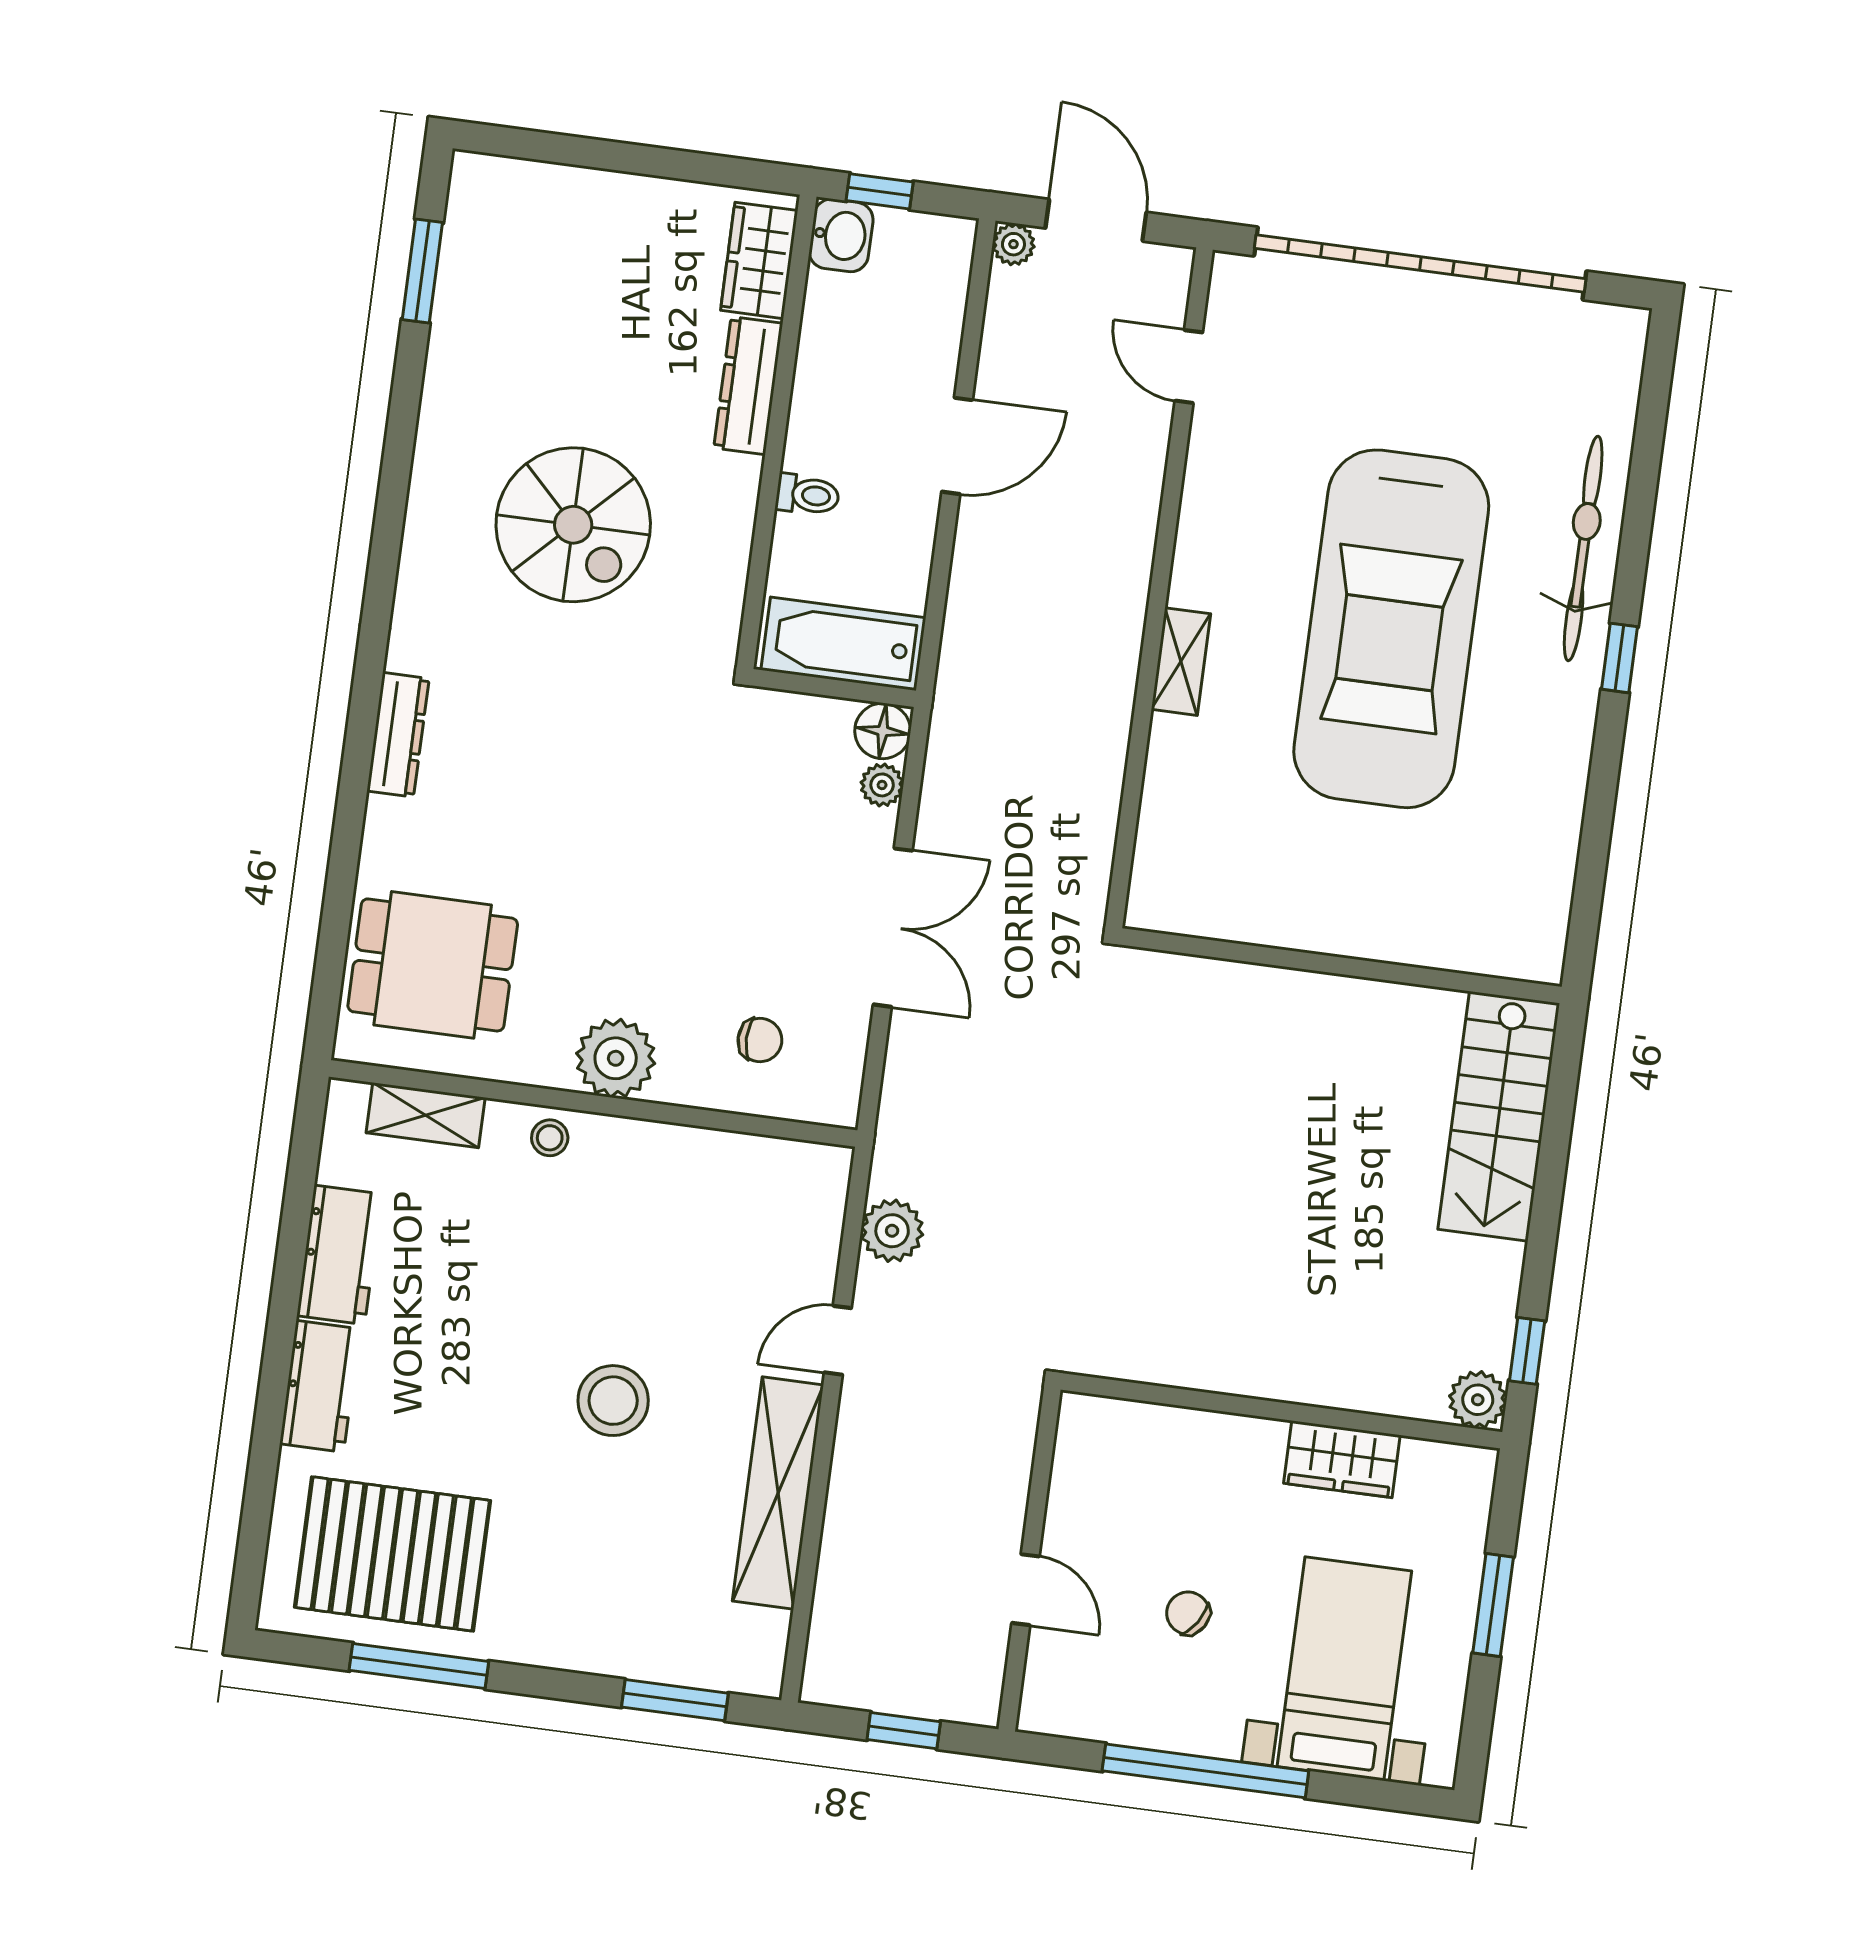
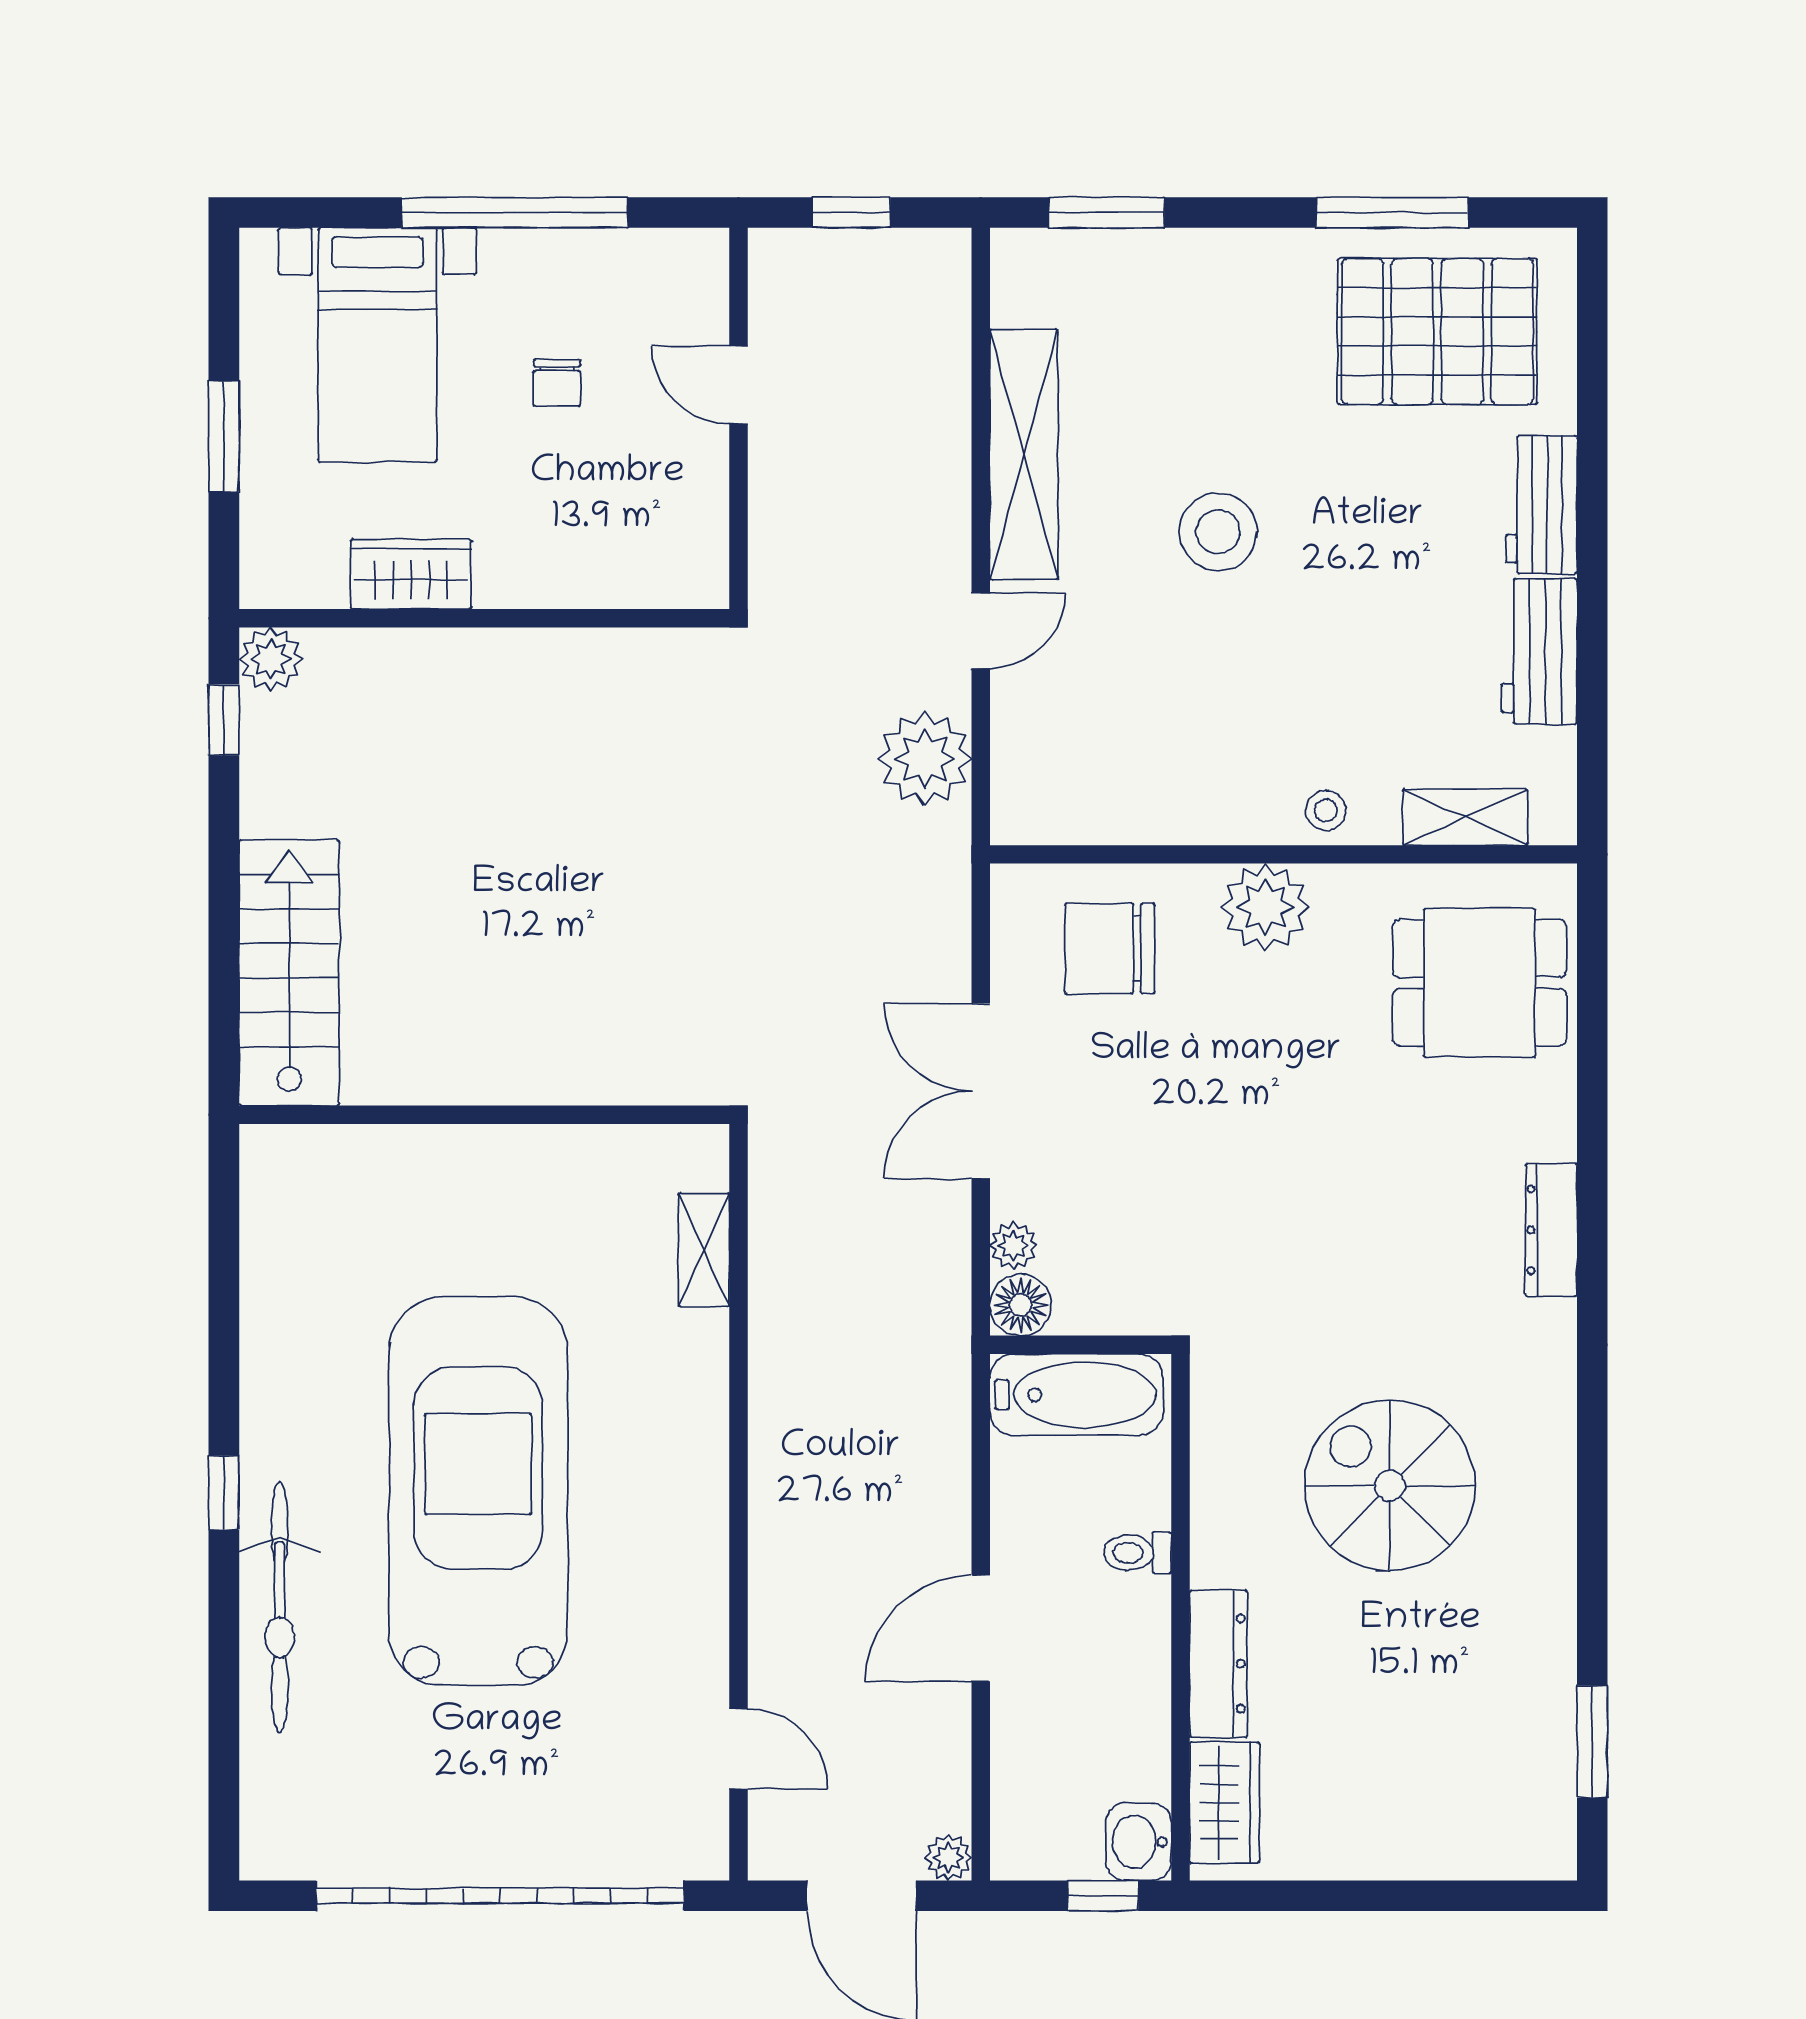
shelving: (1181, 662) -> (704, 1250), moved
chair: (760, 1040) -> (1110, 948), width x1.87, depth x1.87
plant: (892, 1231) -> (925, 759), width x1.36, depth x1.36
chair: (1188, 1613) -> (557, 383), turned 57

